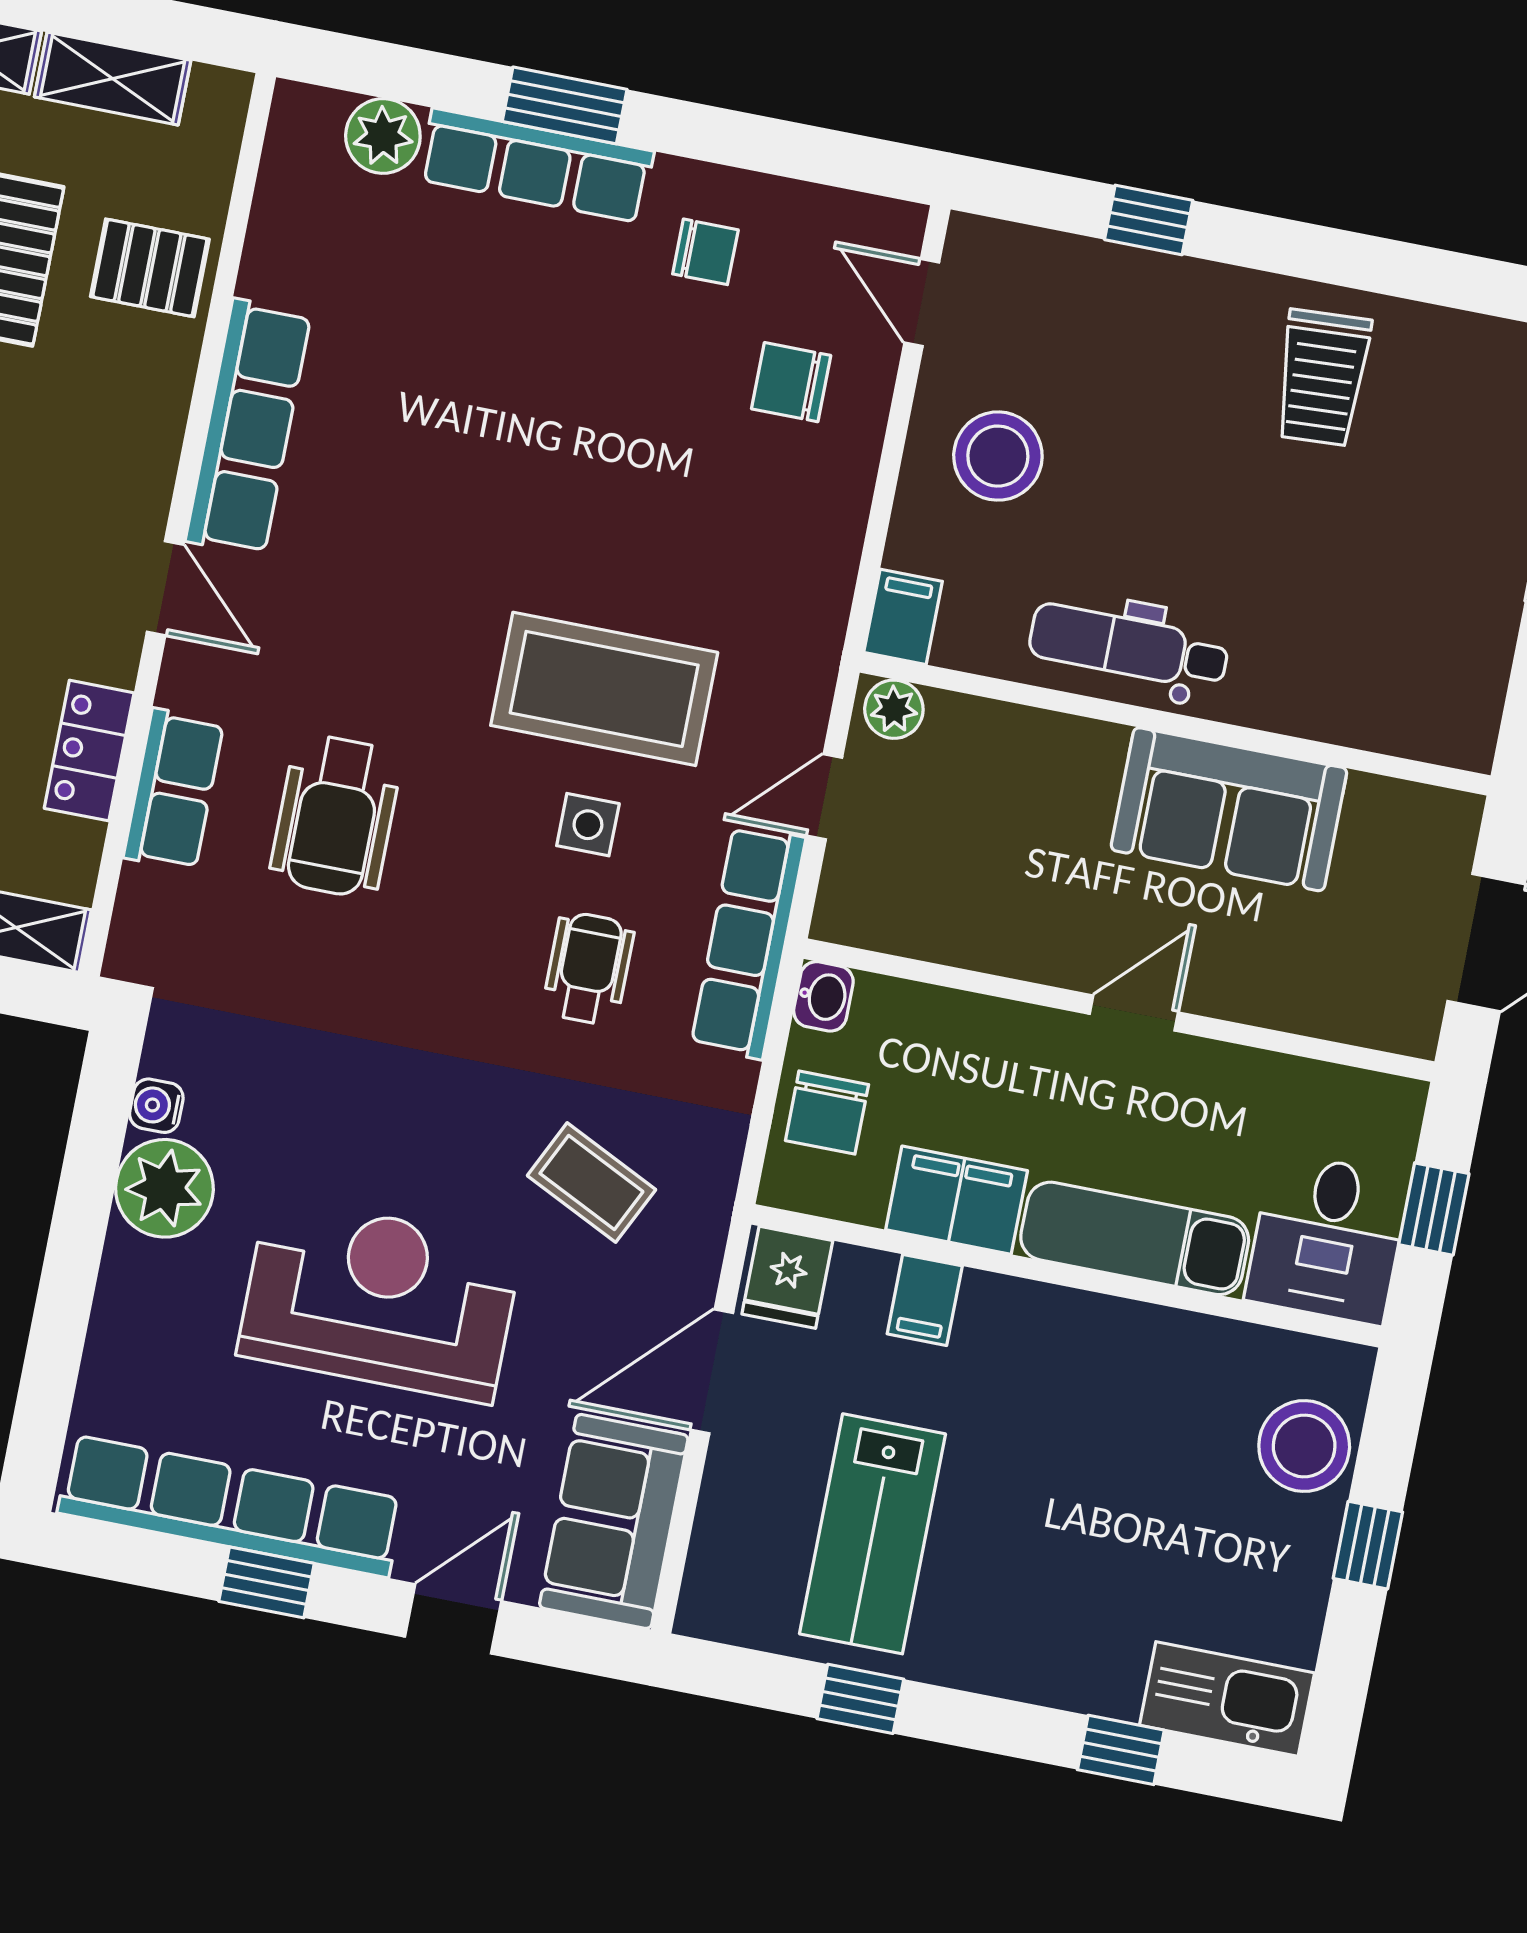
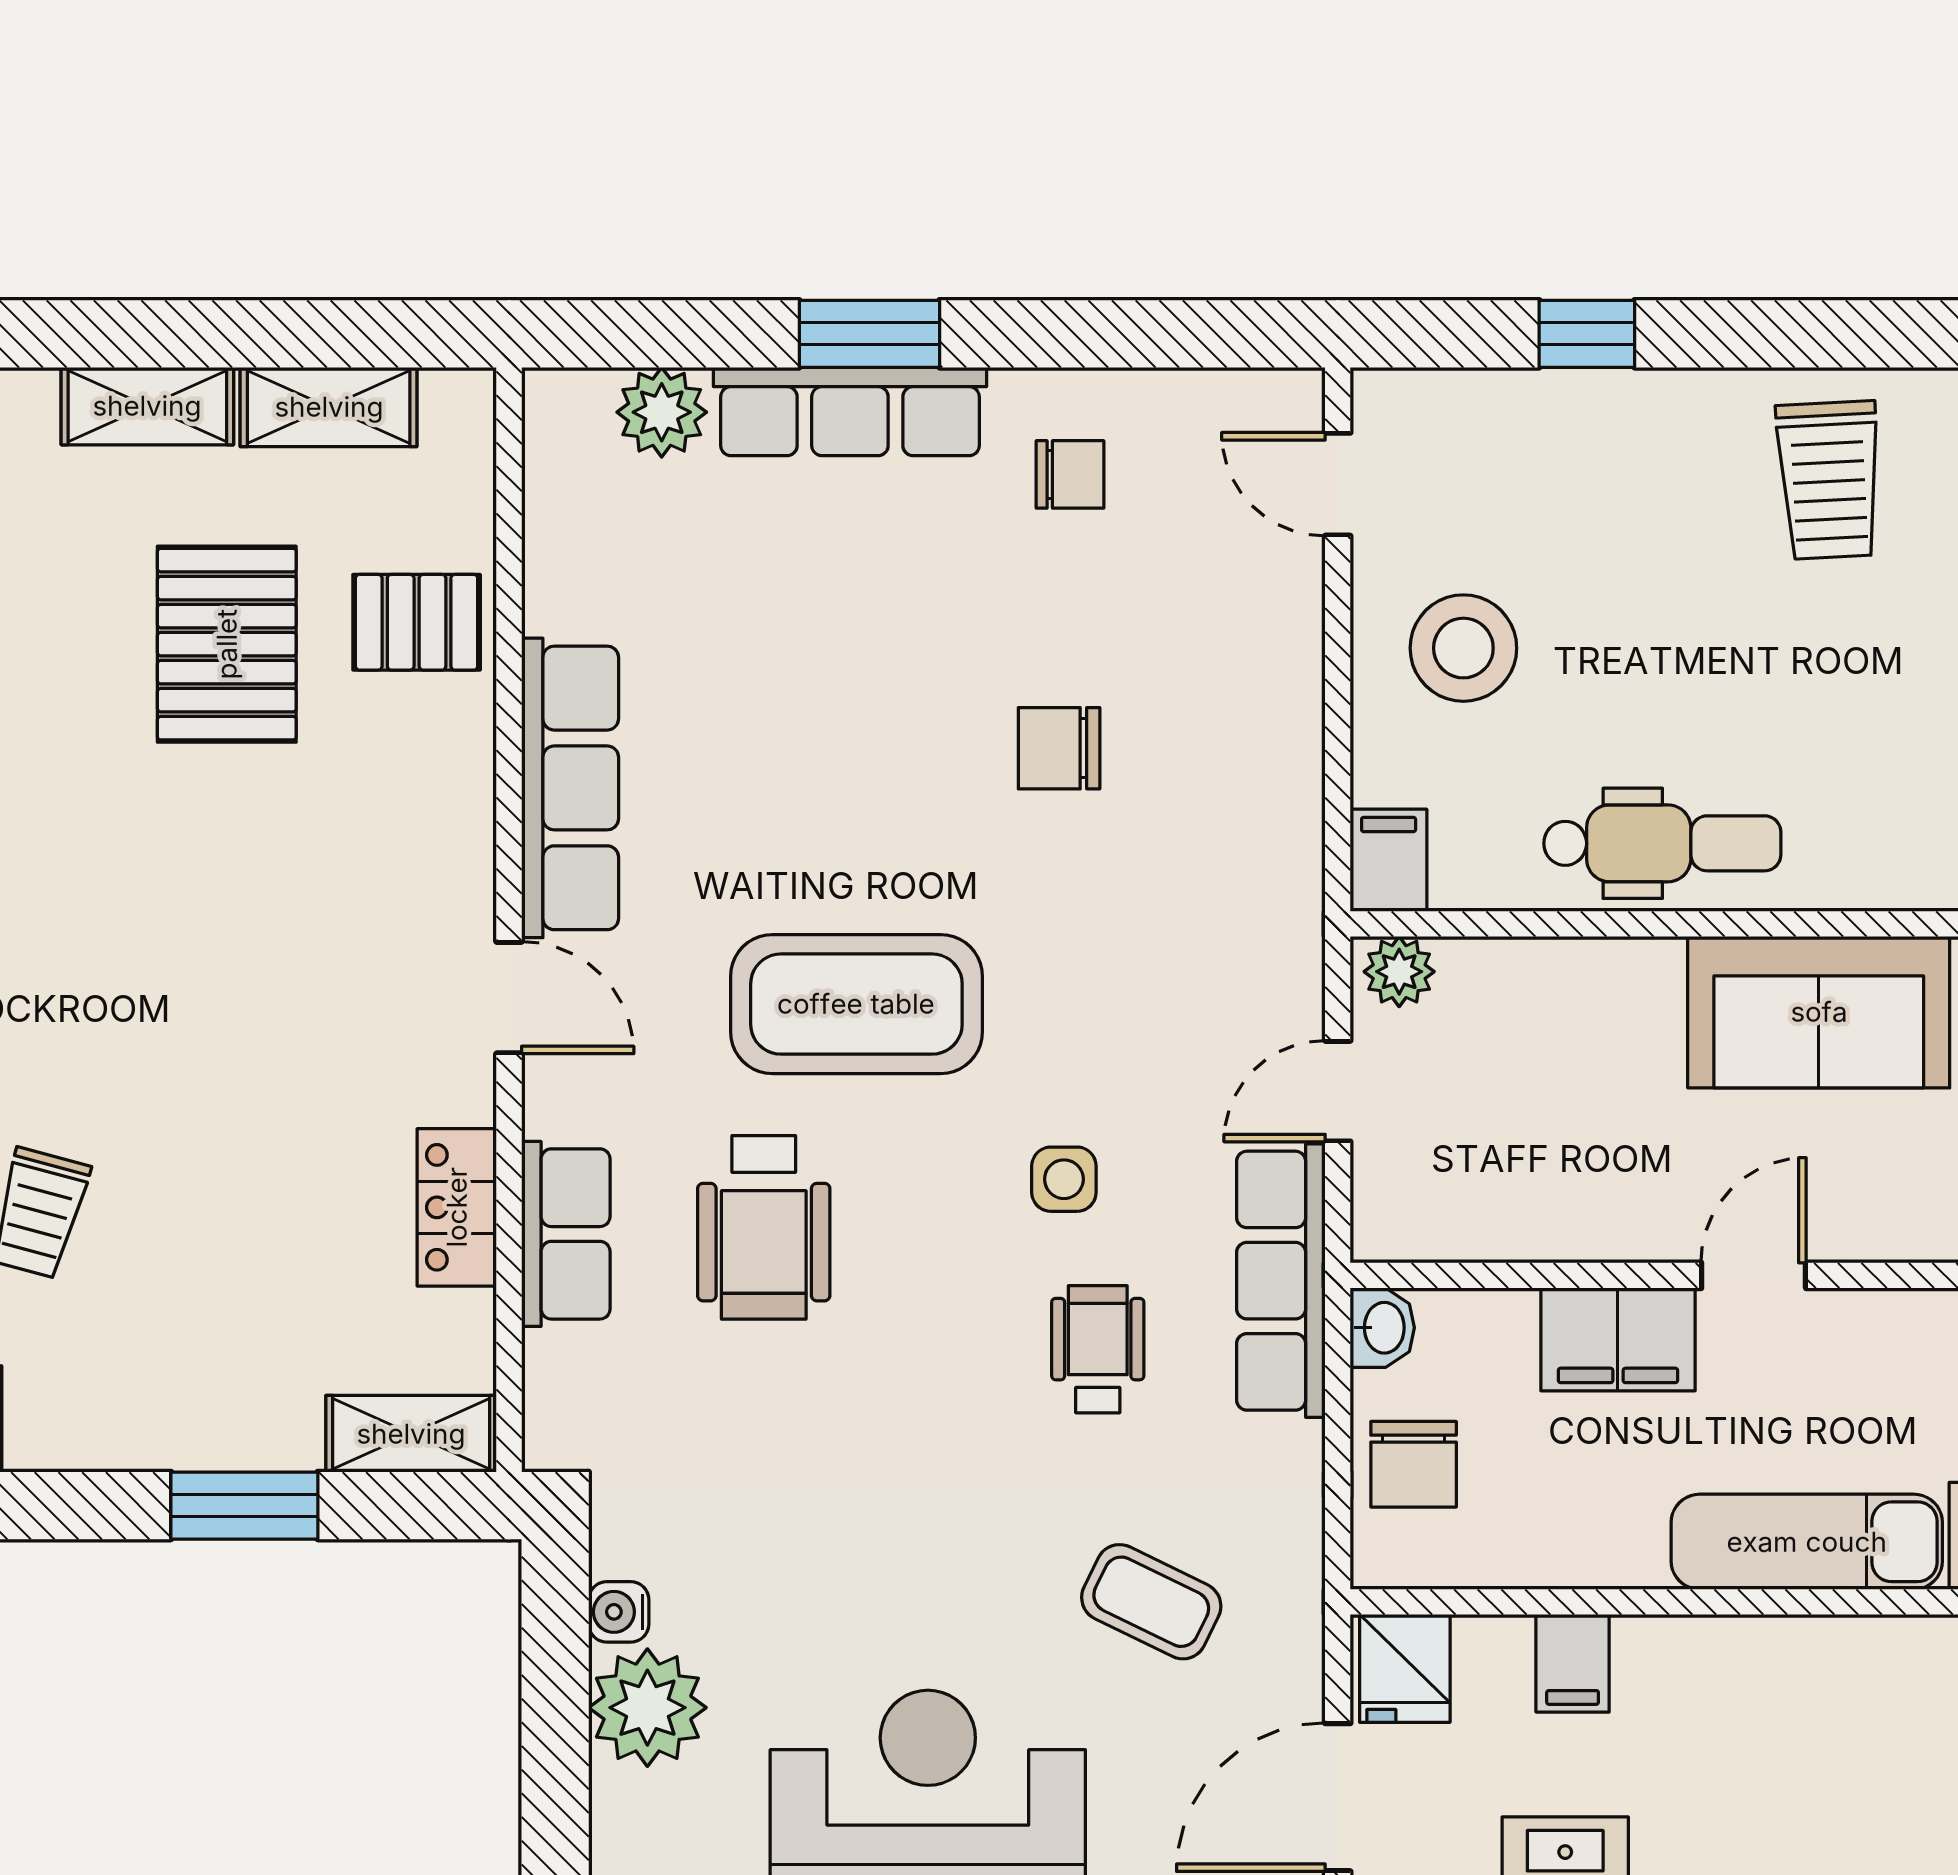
chair: (791, 382) -> (1059, 748), moved
dental chair: (1129, 647) -> (1662, 843), turned 180
coffee table: (604, 689) -> (856, 1004), moved
filing cabinet: (957, 1200) -> (1618, 1339), moved, turned 180

